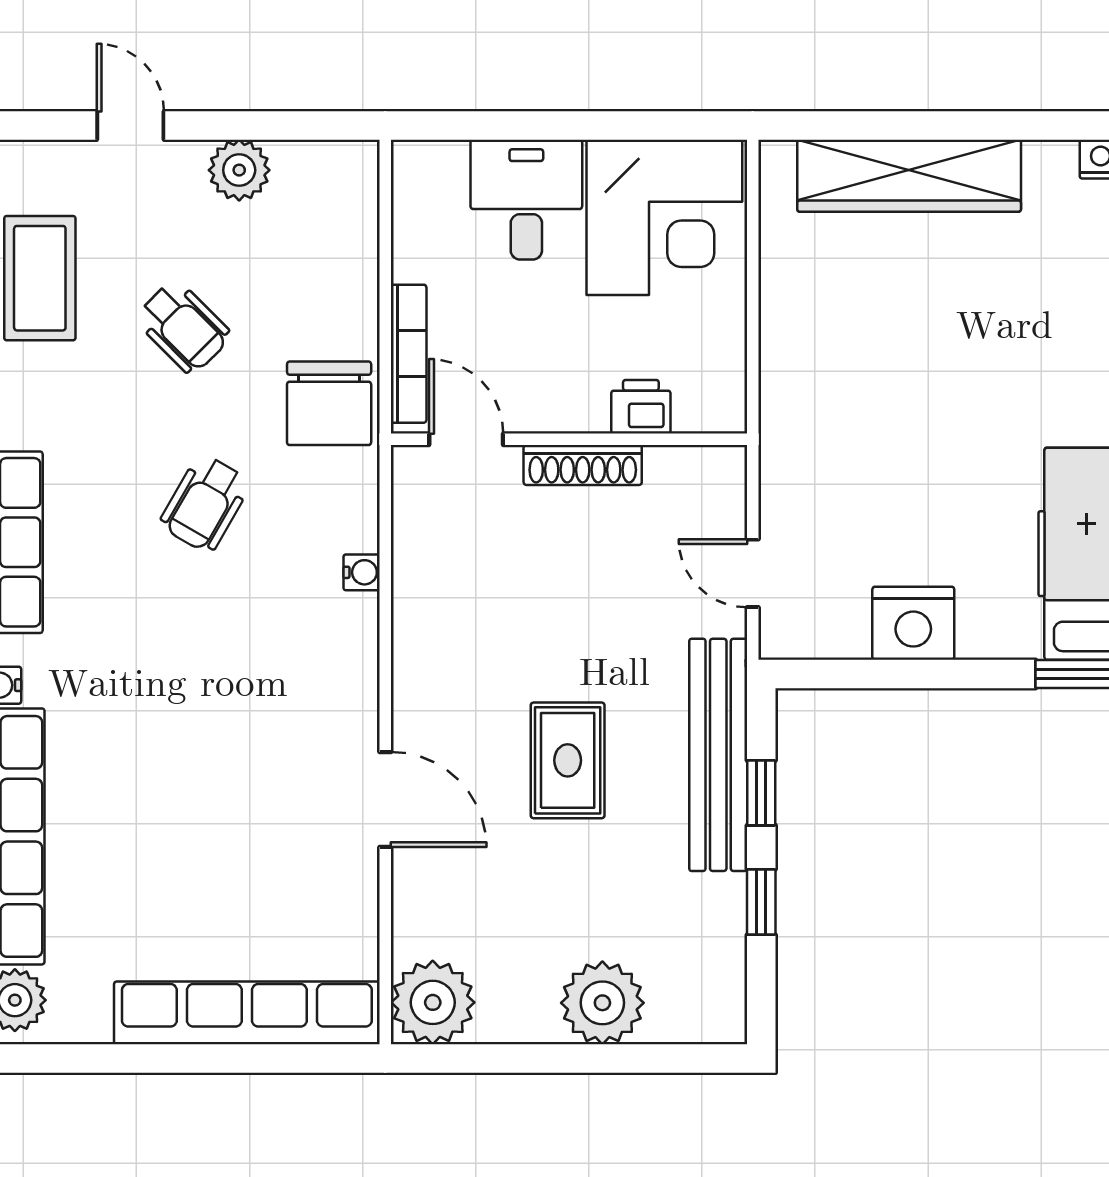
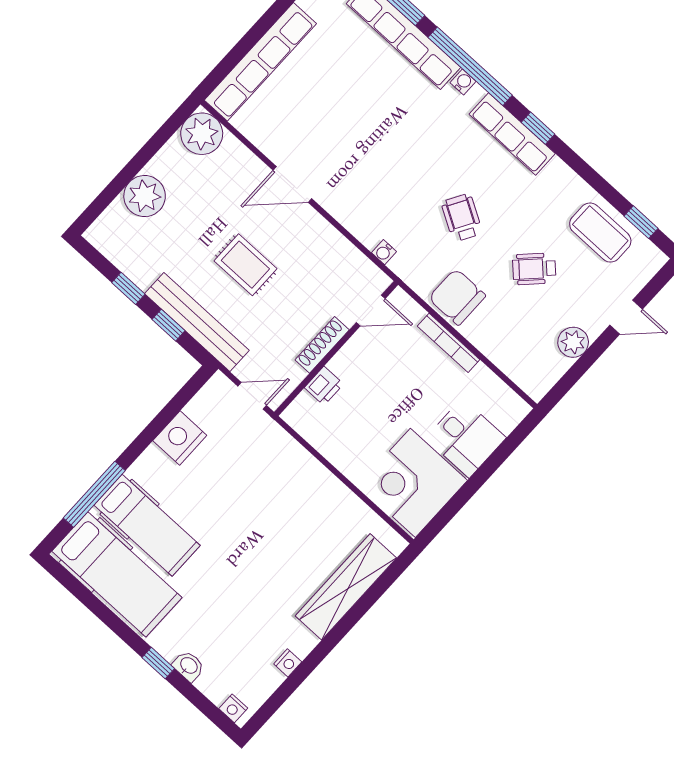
printer: (641, 407) -> (324, 386), moved
door: (466, 439) -> (371, 311), moved
wall: (569, 439) -> (336, 348), moved
shoe rack: (583, 465) -> (322, 345), moved

